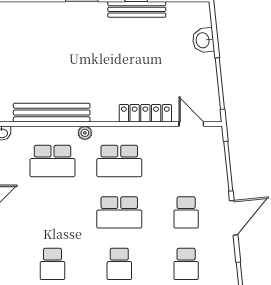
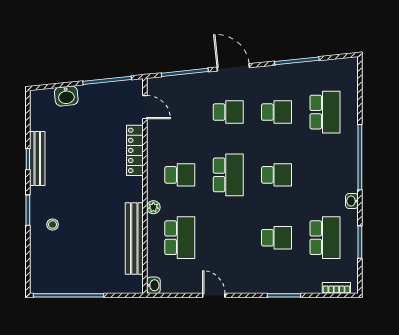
stool: (66, 26) -> (53, 225), added
door: (191, 124) -> (145, 107), swing flipped
school desk: (119, 161) -> (180, 175), width x0.54

